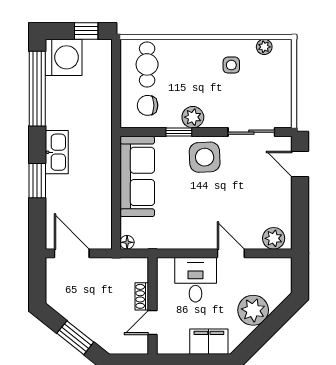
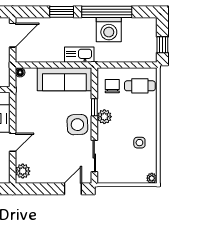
plant: (264, 47) -> (152, 178), moved
washing machine: (64, 57) -> (109, 30), moved
window: (37, 89) -> (107, 12), moved
kitchen sink: (57, 152) -> (79, 55), moved, turned 180

